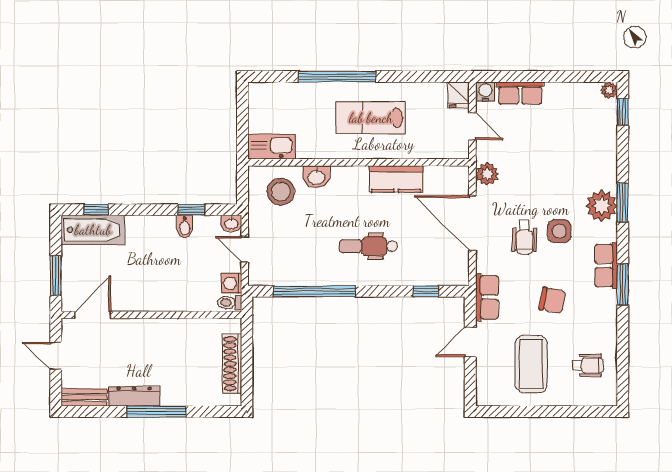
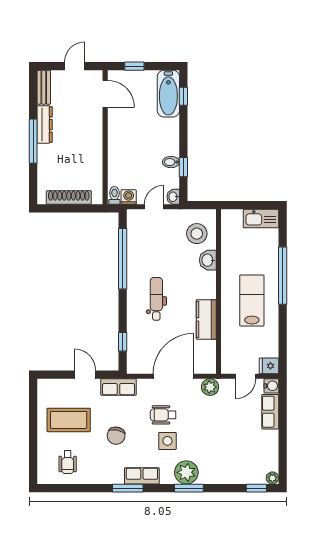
kitchen sink: (272, 147) -> (261, 218), moved, turned 90
window: (56, 276) -> (134, 66), width x0.67

